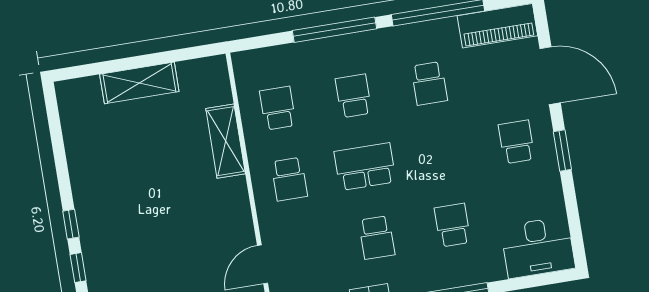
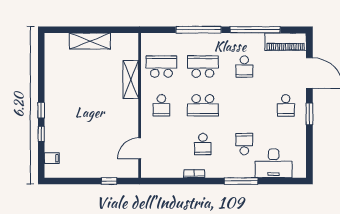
school desk: (353, 96) -> (203, 67), width x1.85
school desk: (278, 108) -> (161, 67), width x1.85
school desk: (517, 142) -> (286, 105), turned 180
school desk: (365, 167) -> (203, 105), turned 180
desk: (538, 247) -> (274, 163), moved

